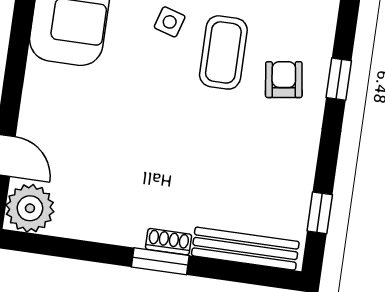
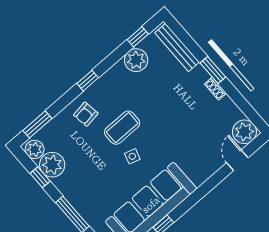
armchair: (284, 80) -> (86, 114), moved
plant: (291, 175) -> (136, 60), added
shoe rack: (169, 242) -> (215, 88), moved

